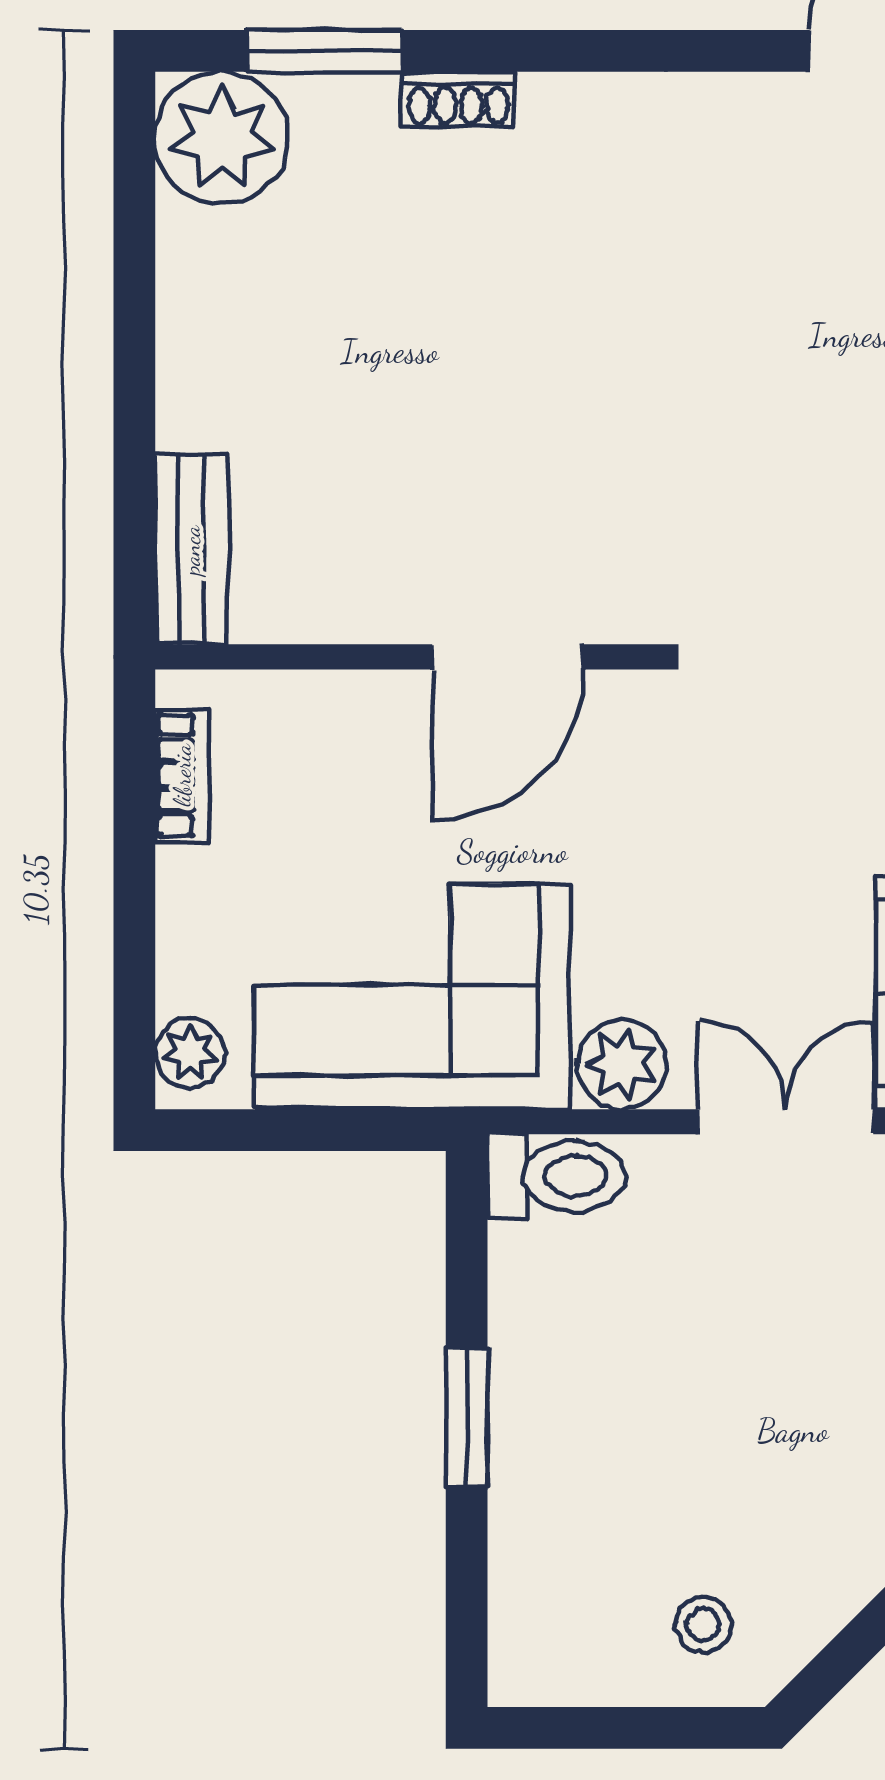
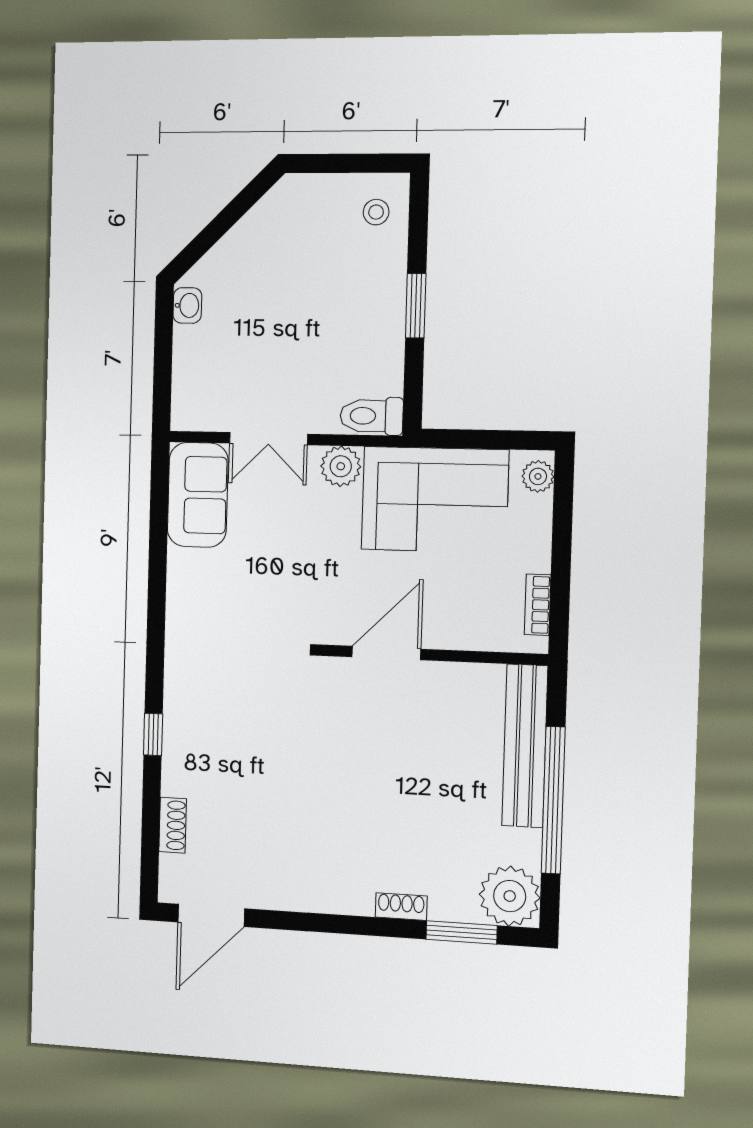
window: (134, 353) -> (553, 800), added
bench: (191, 550) -> (525, 746), width x1.86, depth x1.21
stool: (703, 1625) -> (376, 212), moved

